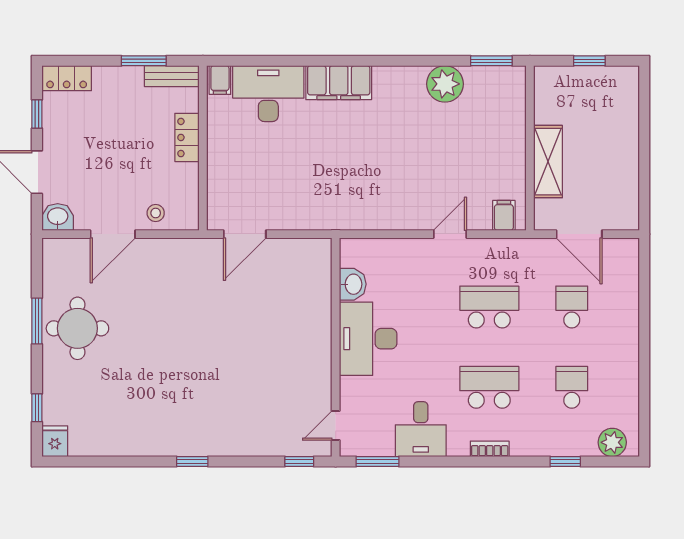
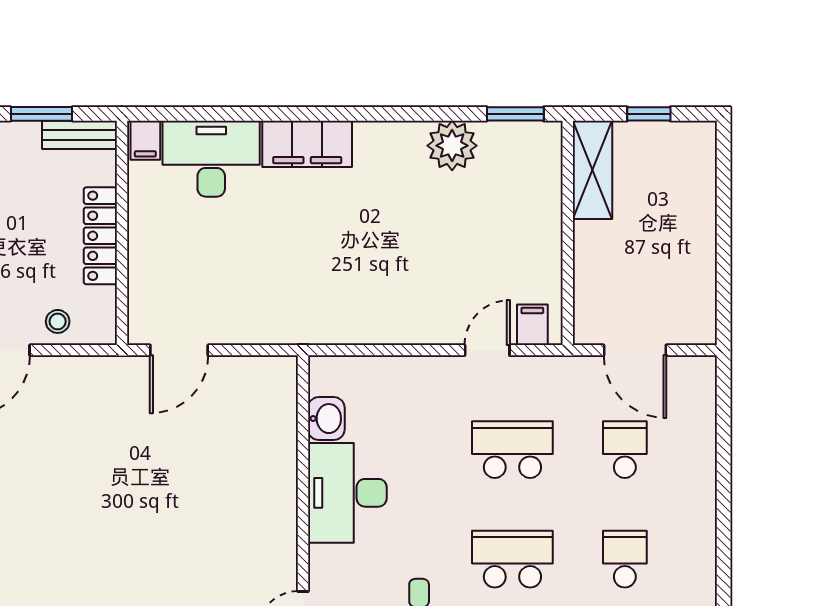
locker: (187, 137) -> (100, 236), width x1.53
shelving: (548, 162) -> (592, 170), moved
door: (450, 234) -> (487, 350), moved

